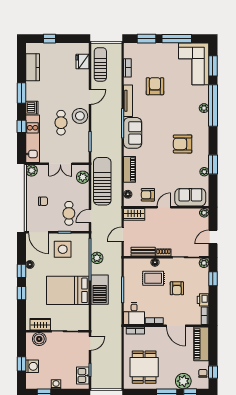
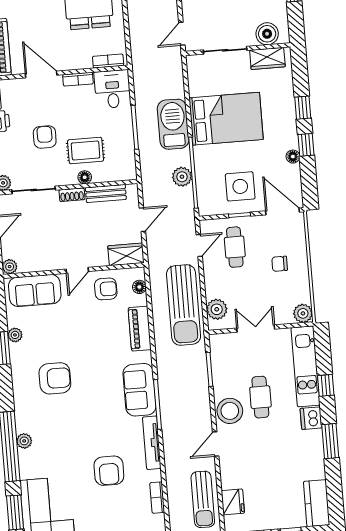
kitchen counter: (33, 67) -> (317, 503), moved

